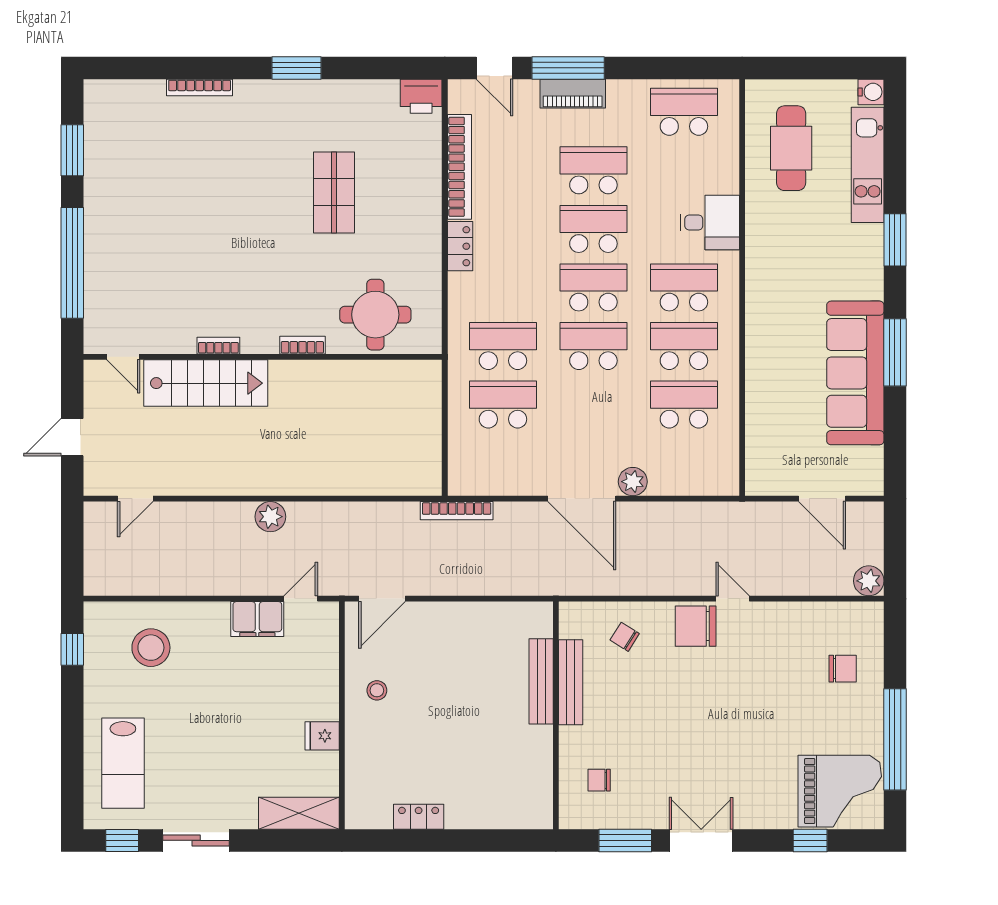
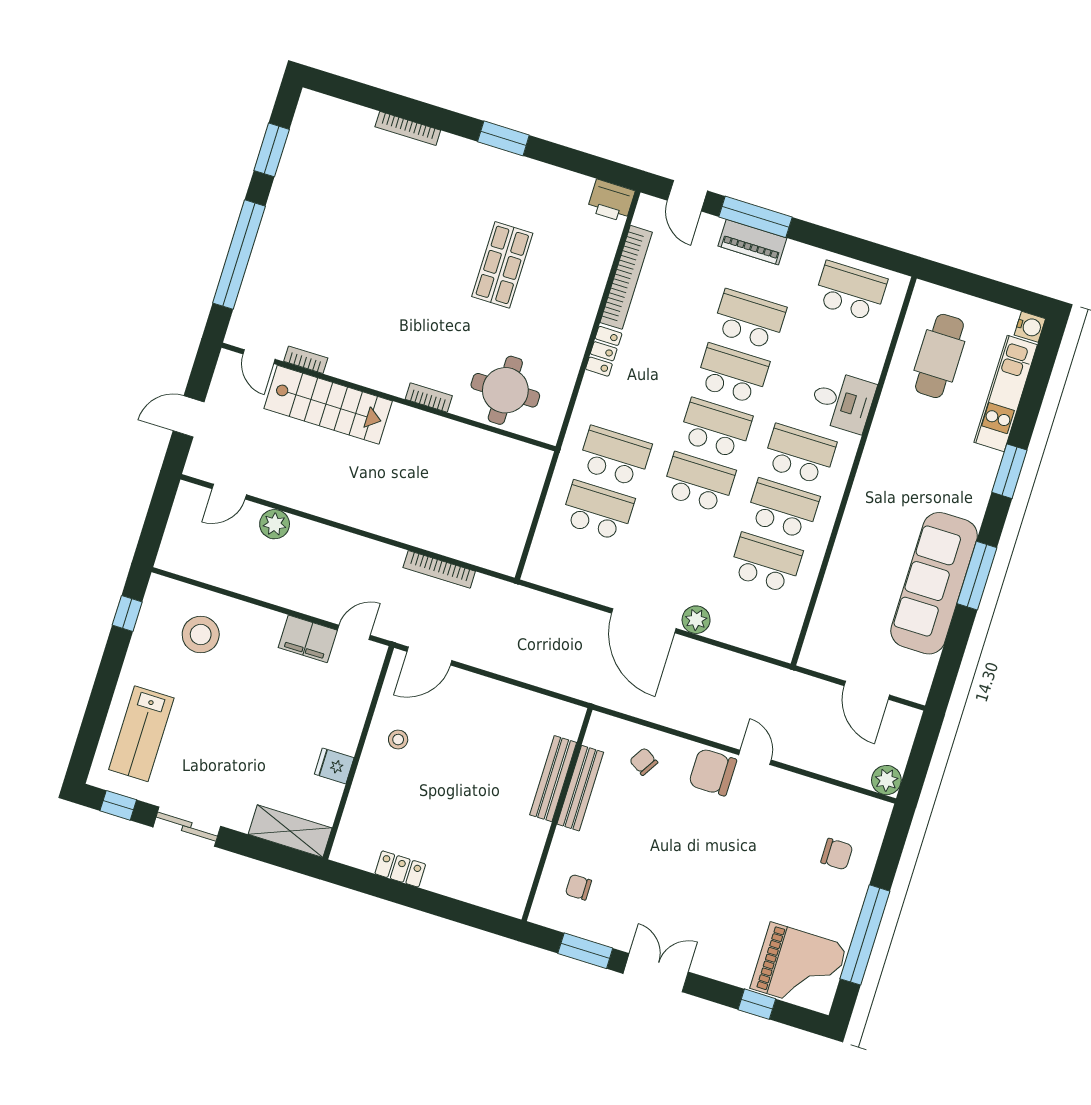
bookcase: (218, 346) -> (306, 360), moved
bookcase: (457, 511) -> (439, 569), moved
plant: (270, 517) -> (275, 524), moved

